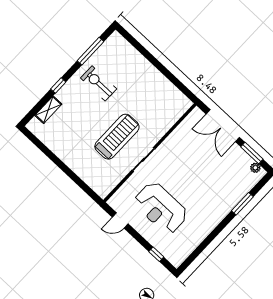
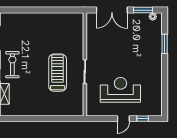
exercise bike: (99, 83) -> (12, 65), moved, turned 90
reception desk: (161, 208) -> (120, 90), turned 180
door: (120, 221) -> (123, 119), moved

